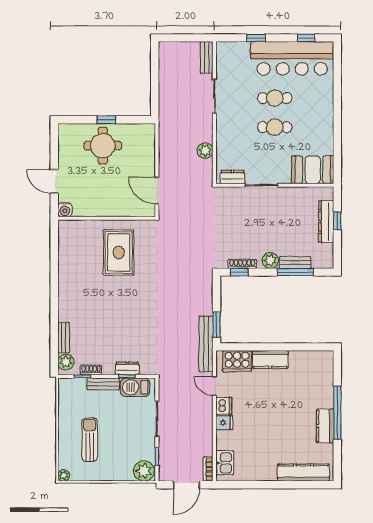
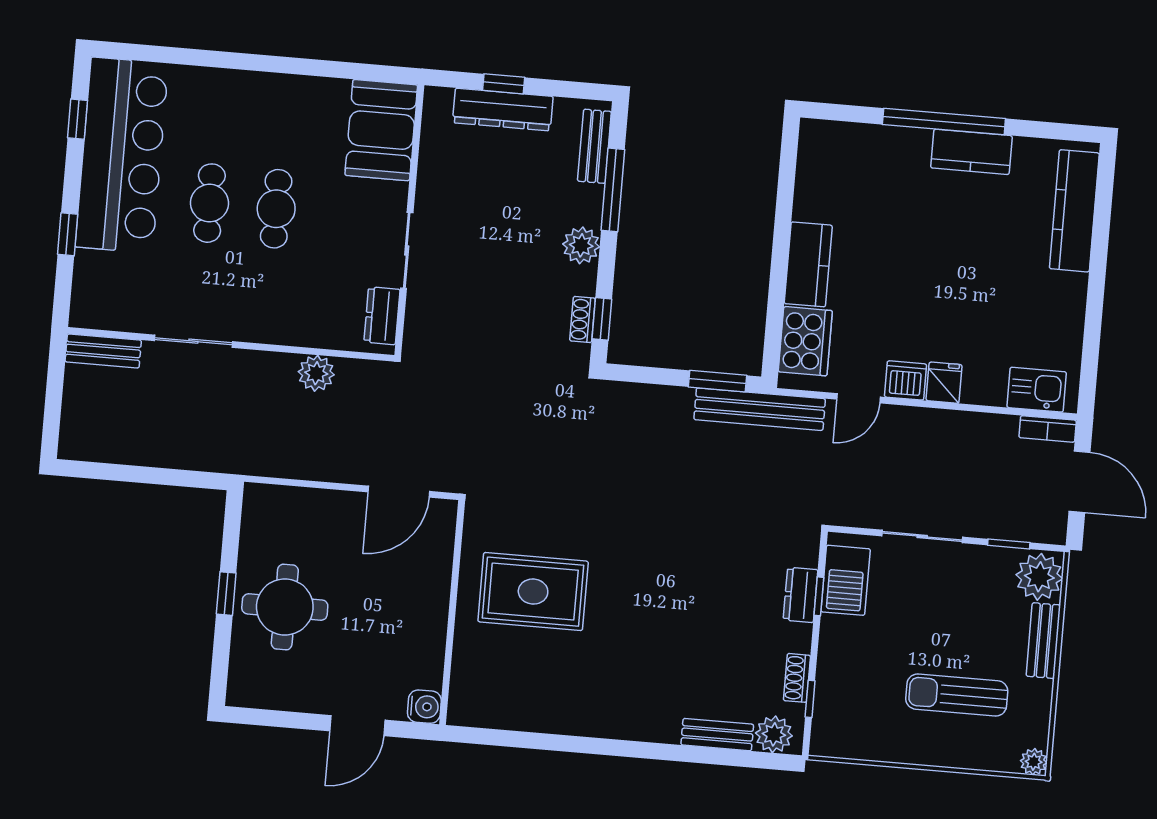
bench: (295, 263) -> (594, 146), moved
shoe rack: (242, 264) -> (582, 319), width x0.70
bench: (103, 384) -> (1043, 641), moved

